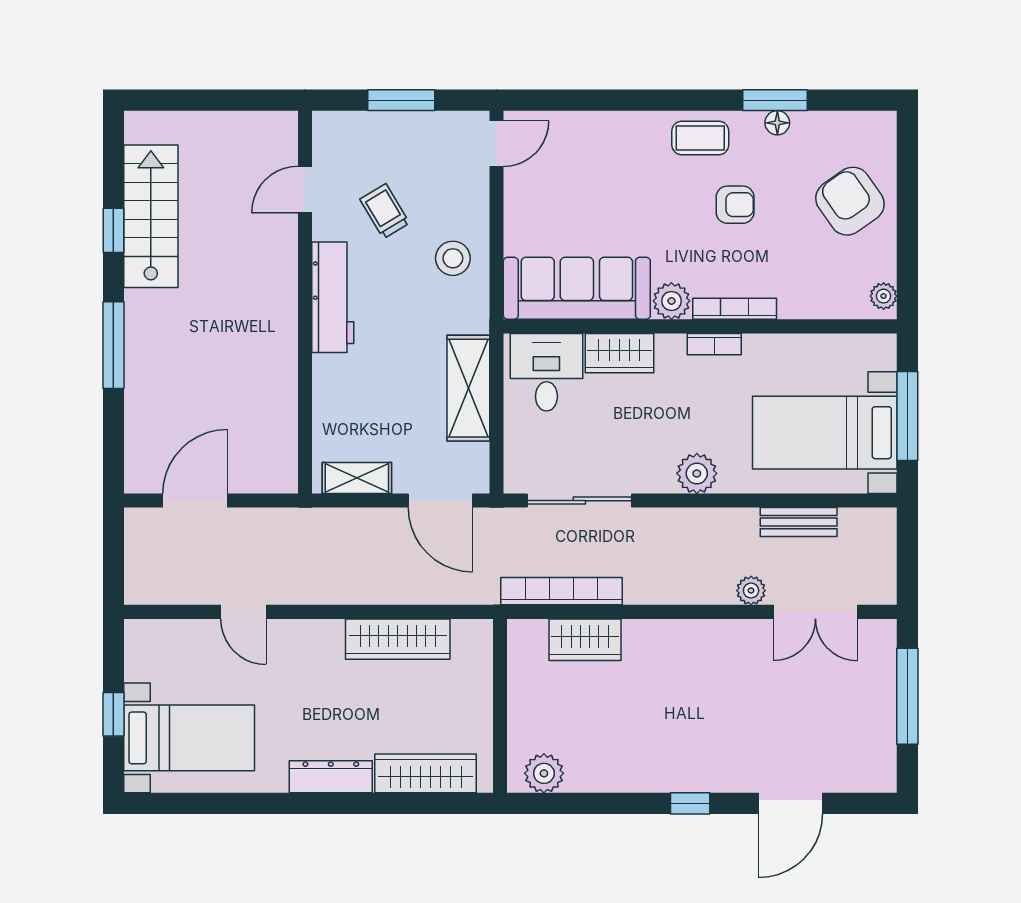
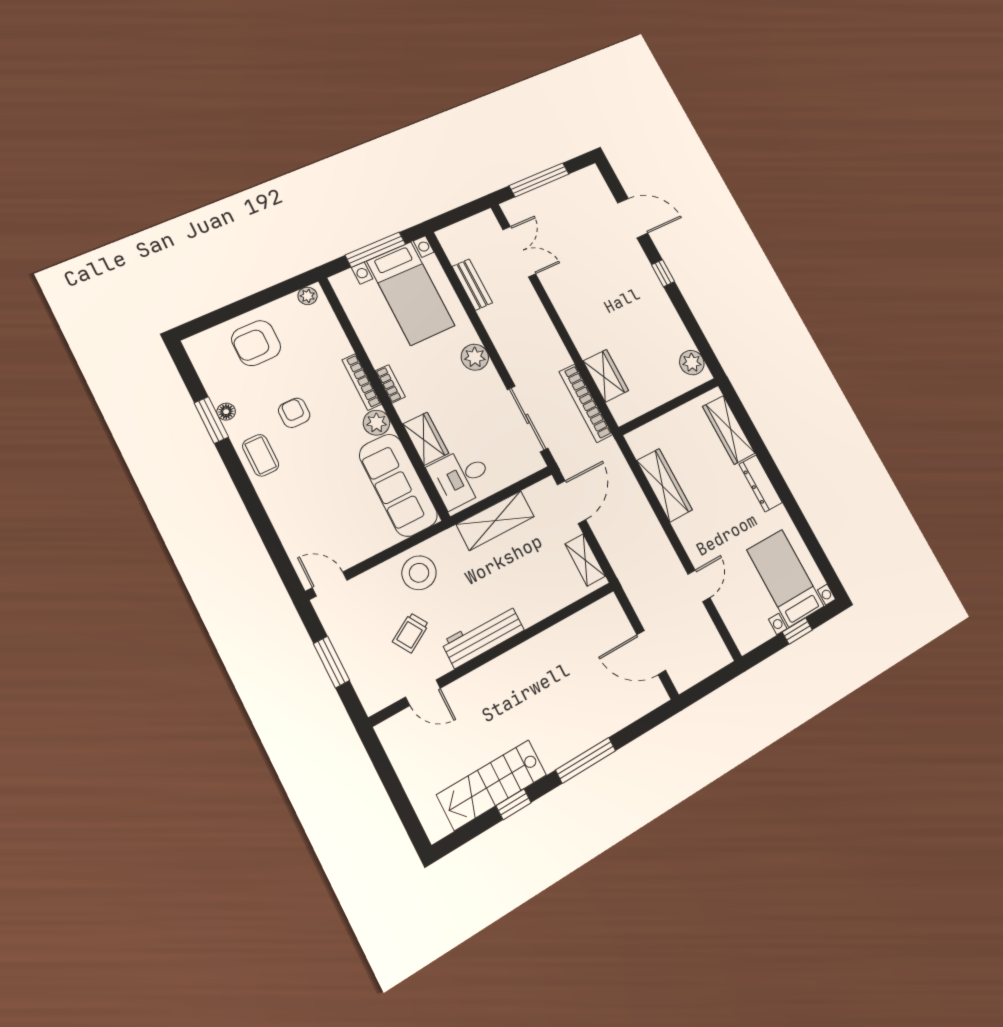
armchair: (850, 201) -> (256, 343), turned 35
stool: (453, 258) -> (419, 573), width x1.38, depth x1.38
plant: (751, 591) -> (527, 294), removed

